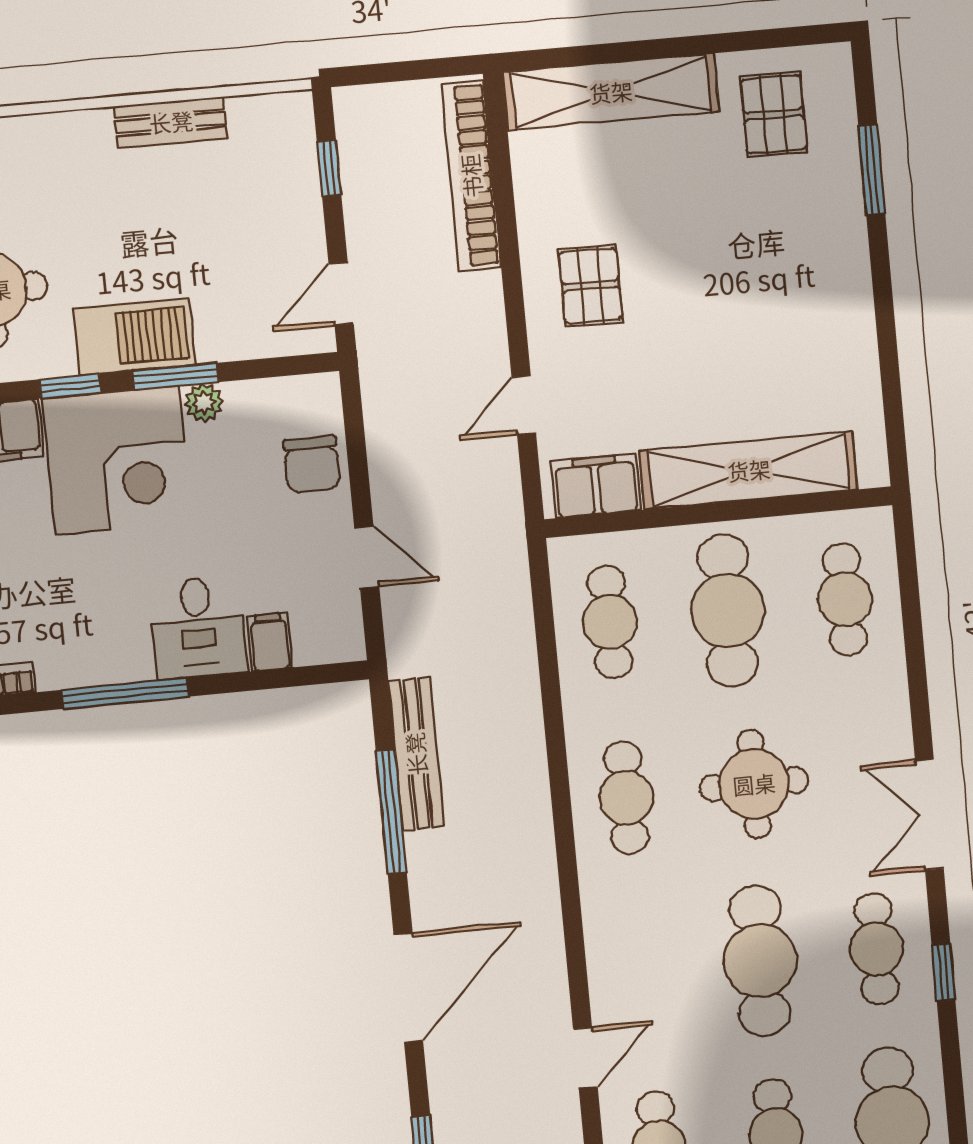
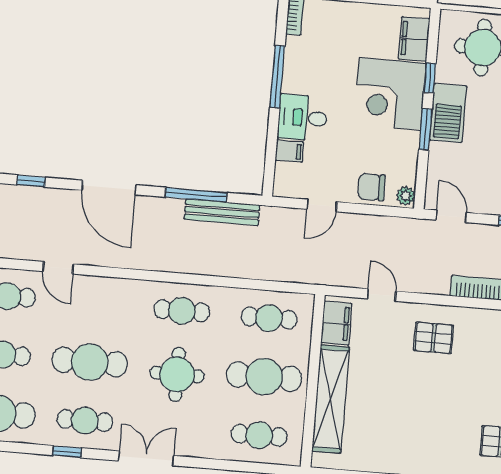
plant: (204, 403) -> (406, 196), moved

